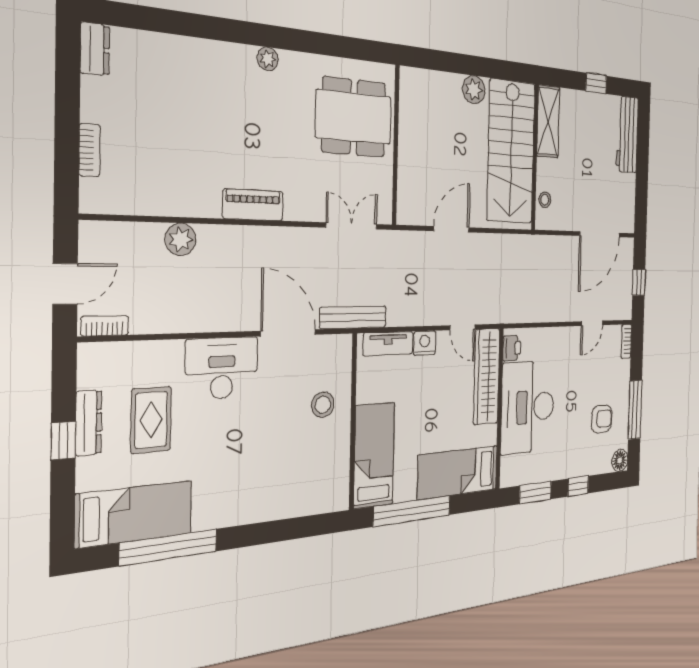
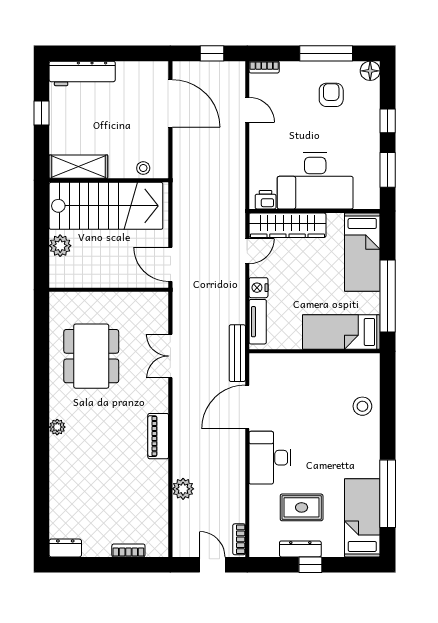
wall: (396, 145) -> (109, 290), moved
stool: (323, 405) -> (362, 406), moved

